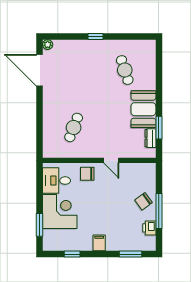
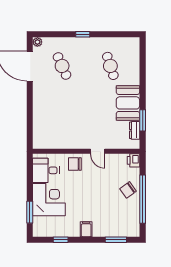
cafe table: (74, 127) -> (62, 66), moved, turned -45
window: (159, 211) -> (143, 199), width x1.46
printer: (149, 228) -> (134, 160), moved

